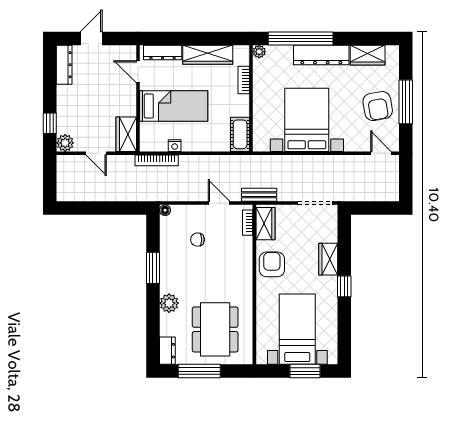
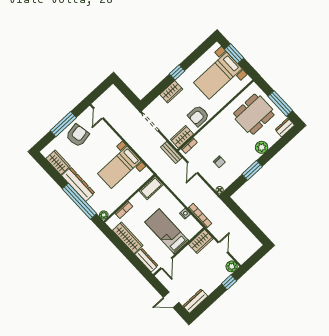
bed with nightstands: (307, 120) -> (119, 167), width x0.73

